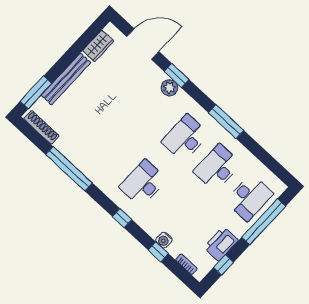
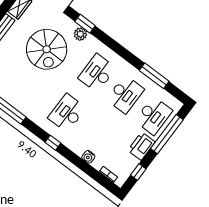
spiral stairs: (126, 102) -> (47, 49), added
window: (226, 122) -> (154, 76), moved
desk: (217, 168) -> (125, 94), turned 180
printer: (221, 244) -> (141, 146), moved
window: (158, 252) -> (85, 167), removed

